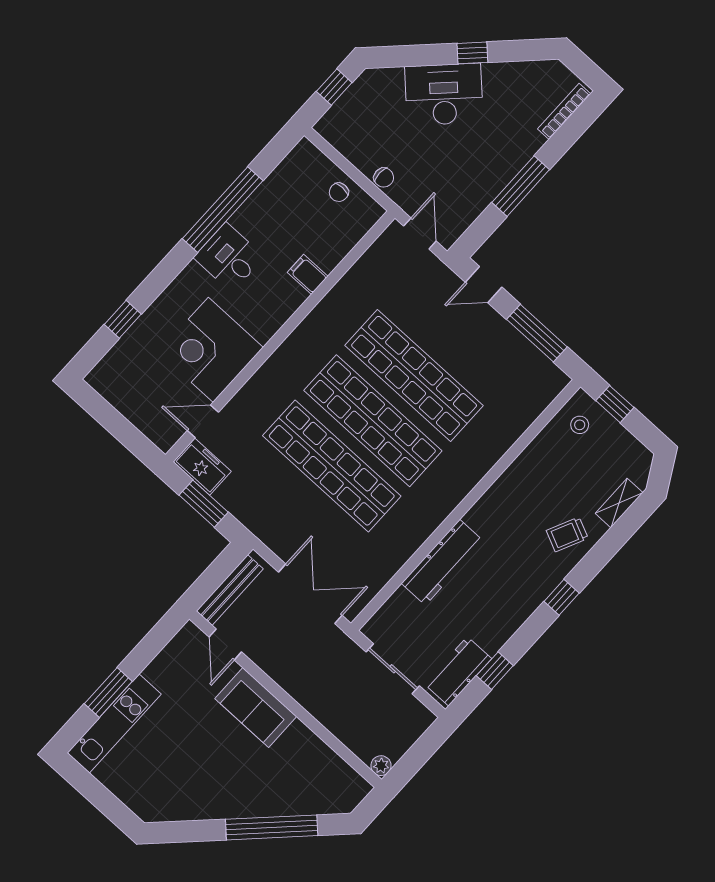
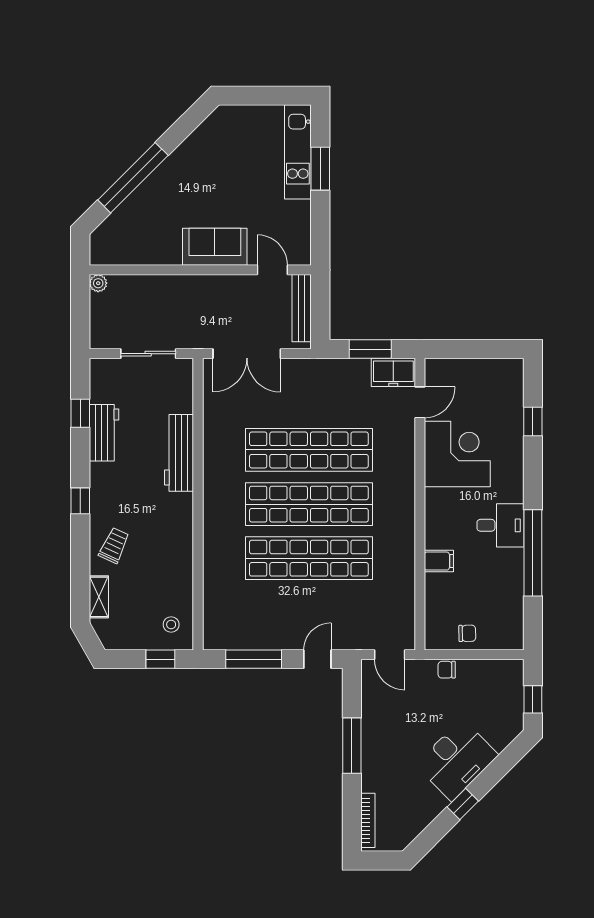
chair: (339, 192) -> (467, 633), turned 89
workbench: (458, 671) -> (104, 433), moved

